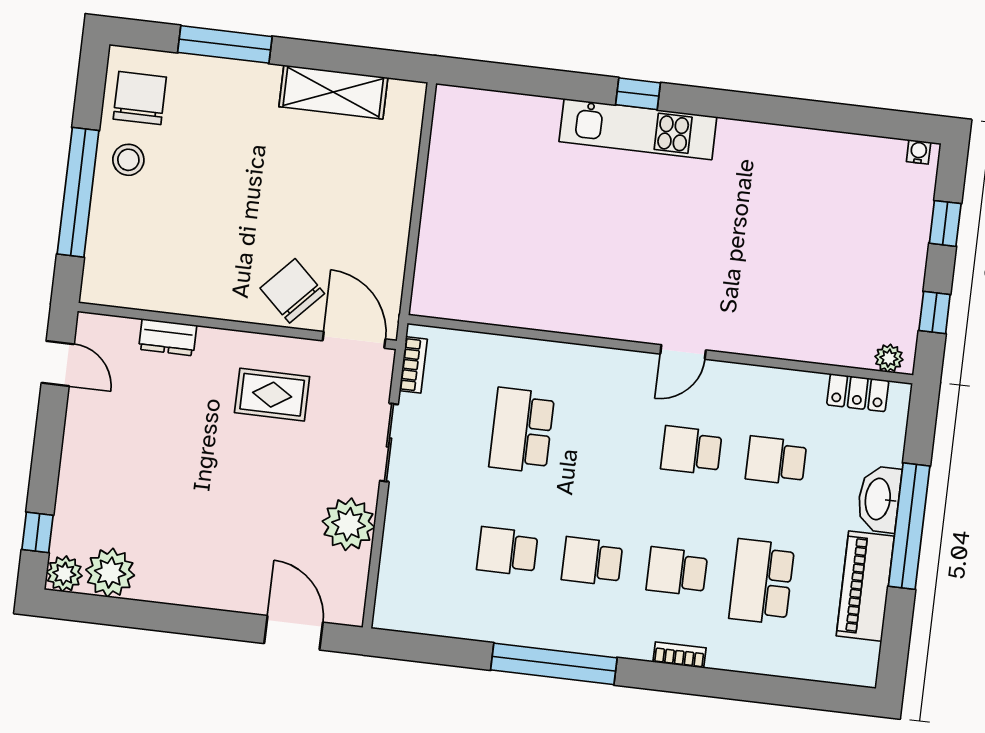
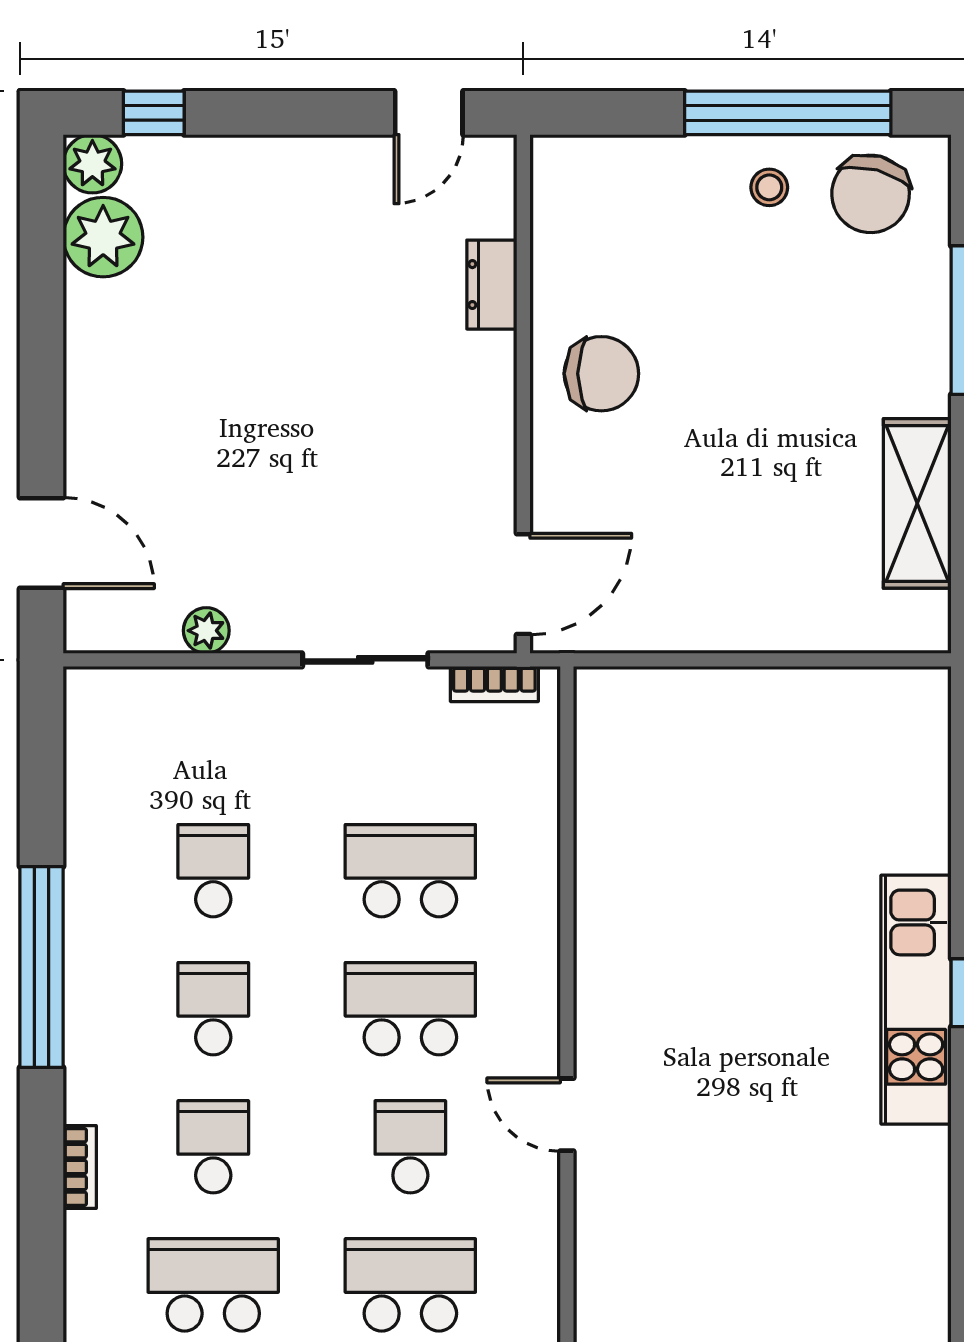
chair: (140, 98) -> (871, 194), turned 105
stool: (128, 160) -> (769, 187), width x0.73, depth x0.73
window: (78, 192) -> (788, 113), moved
chair: (292, 291) -> (601, 374), moved, turned 47
rug: (272, 395) -> (420, 463), removed
school desk: (607, 440) -> (410, 1009), added
school desk: (776, 461) -> (410, 1285), width x1.85
plant: (349, 524) -> (206, 631), width x0.53, depth x0.53
door: (294, 633) -> (42, 543), hinge flipped

